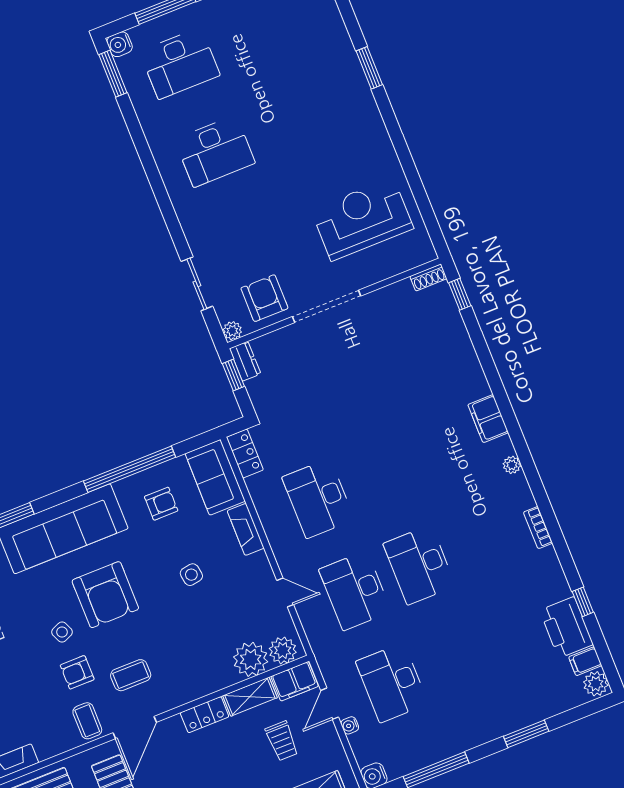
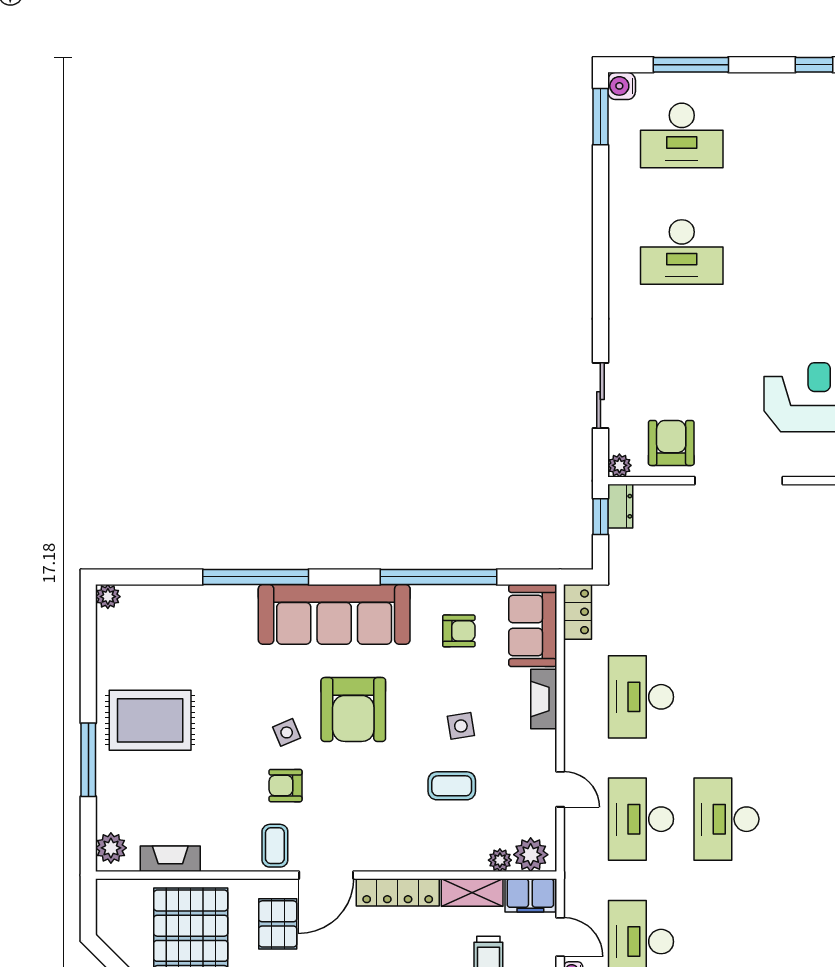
plant: (251, 659) -> (500, 860), width x0.53, depth x0.53
coffee table: (131, 675) -> (452, 786), moved
door: (330, 704) -> (560, 937), swing flipped
locker: (205, 715) -> (398, 892), width x1.53

